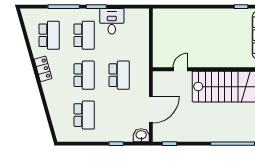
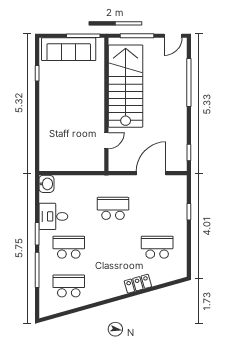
locker: (43, 69) -> (138, 284), moved
door: (180, 69) -> (106, 141), swing flipped
school desk: (84, 75) -> (113, 247), removed
door: (151, 110) -> (151, 173), hinge flipped
washbasin: (141, 135) -> (46, 184), moved, turned 180

